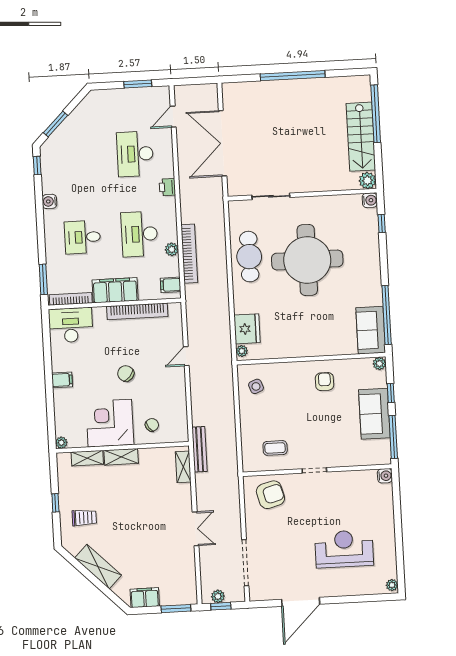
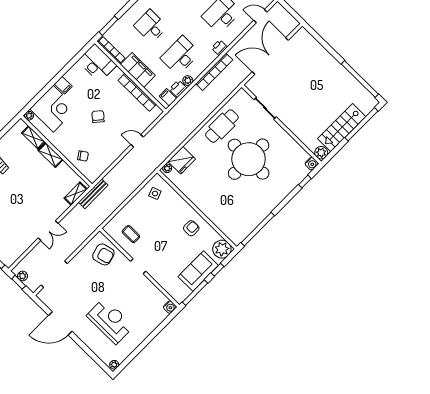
window: (293, 76) -> (360, 79), moved
bookcase: (189, 254) -> (214, 72), moved
printer: (171, 267) -> (178, 89), added
sofa: (371, 330) -> (242, 228), removed
plant: (379, 364) -> (222, 249), width x1.88, depth x1.88
corner desk: (110, 423) -> (53, 109), moved, turned 90

